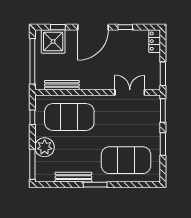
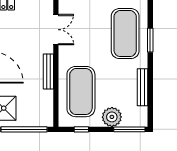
bench: (62, 85) -> (48, 71), moved
double door: (130, 92) -> (56, 30), swing flipped
window: (95, 185) -> (150, 40), moved

